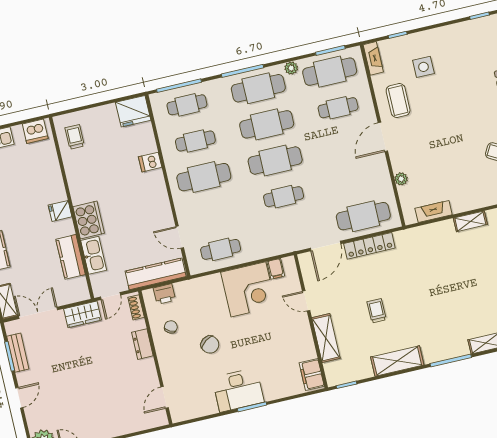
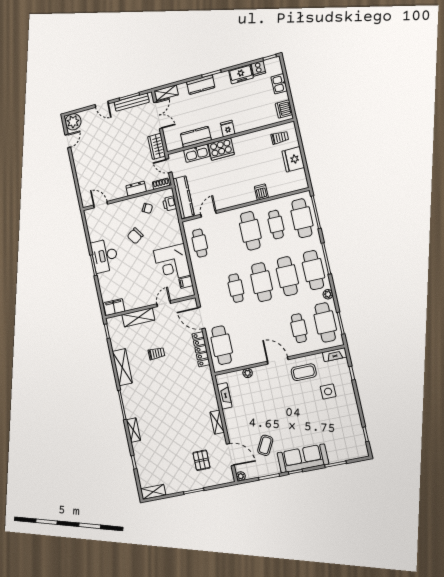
cafe table: (187, 105) -> (302, 218), width x1.37, depth x1.35
fridge: (133, 111) -> (293, 159), moved
bench: (18, 353) -> (132, 102), width x1.36

